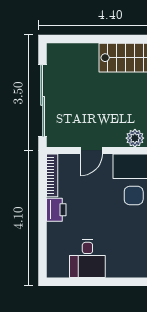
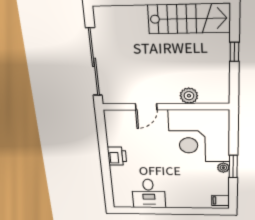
bookcase: (52, 175) -> (110, 128), removed

